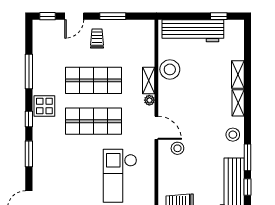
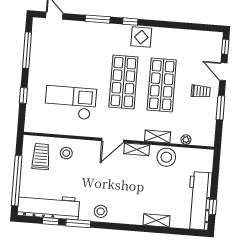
workbench: (193, 31) -> (199, 201), moved
window: (29, 72) -> (175, 25), removed
plant: (149, 100) -> (186, 140), moved
shelving: (238, 103) -> (137, 149), moved
stool: (177, 148) -> (66, 153), moved

